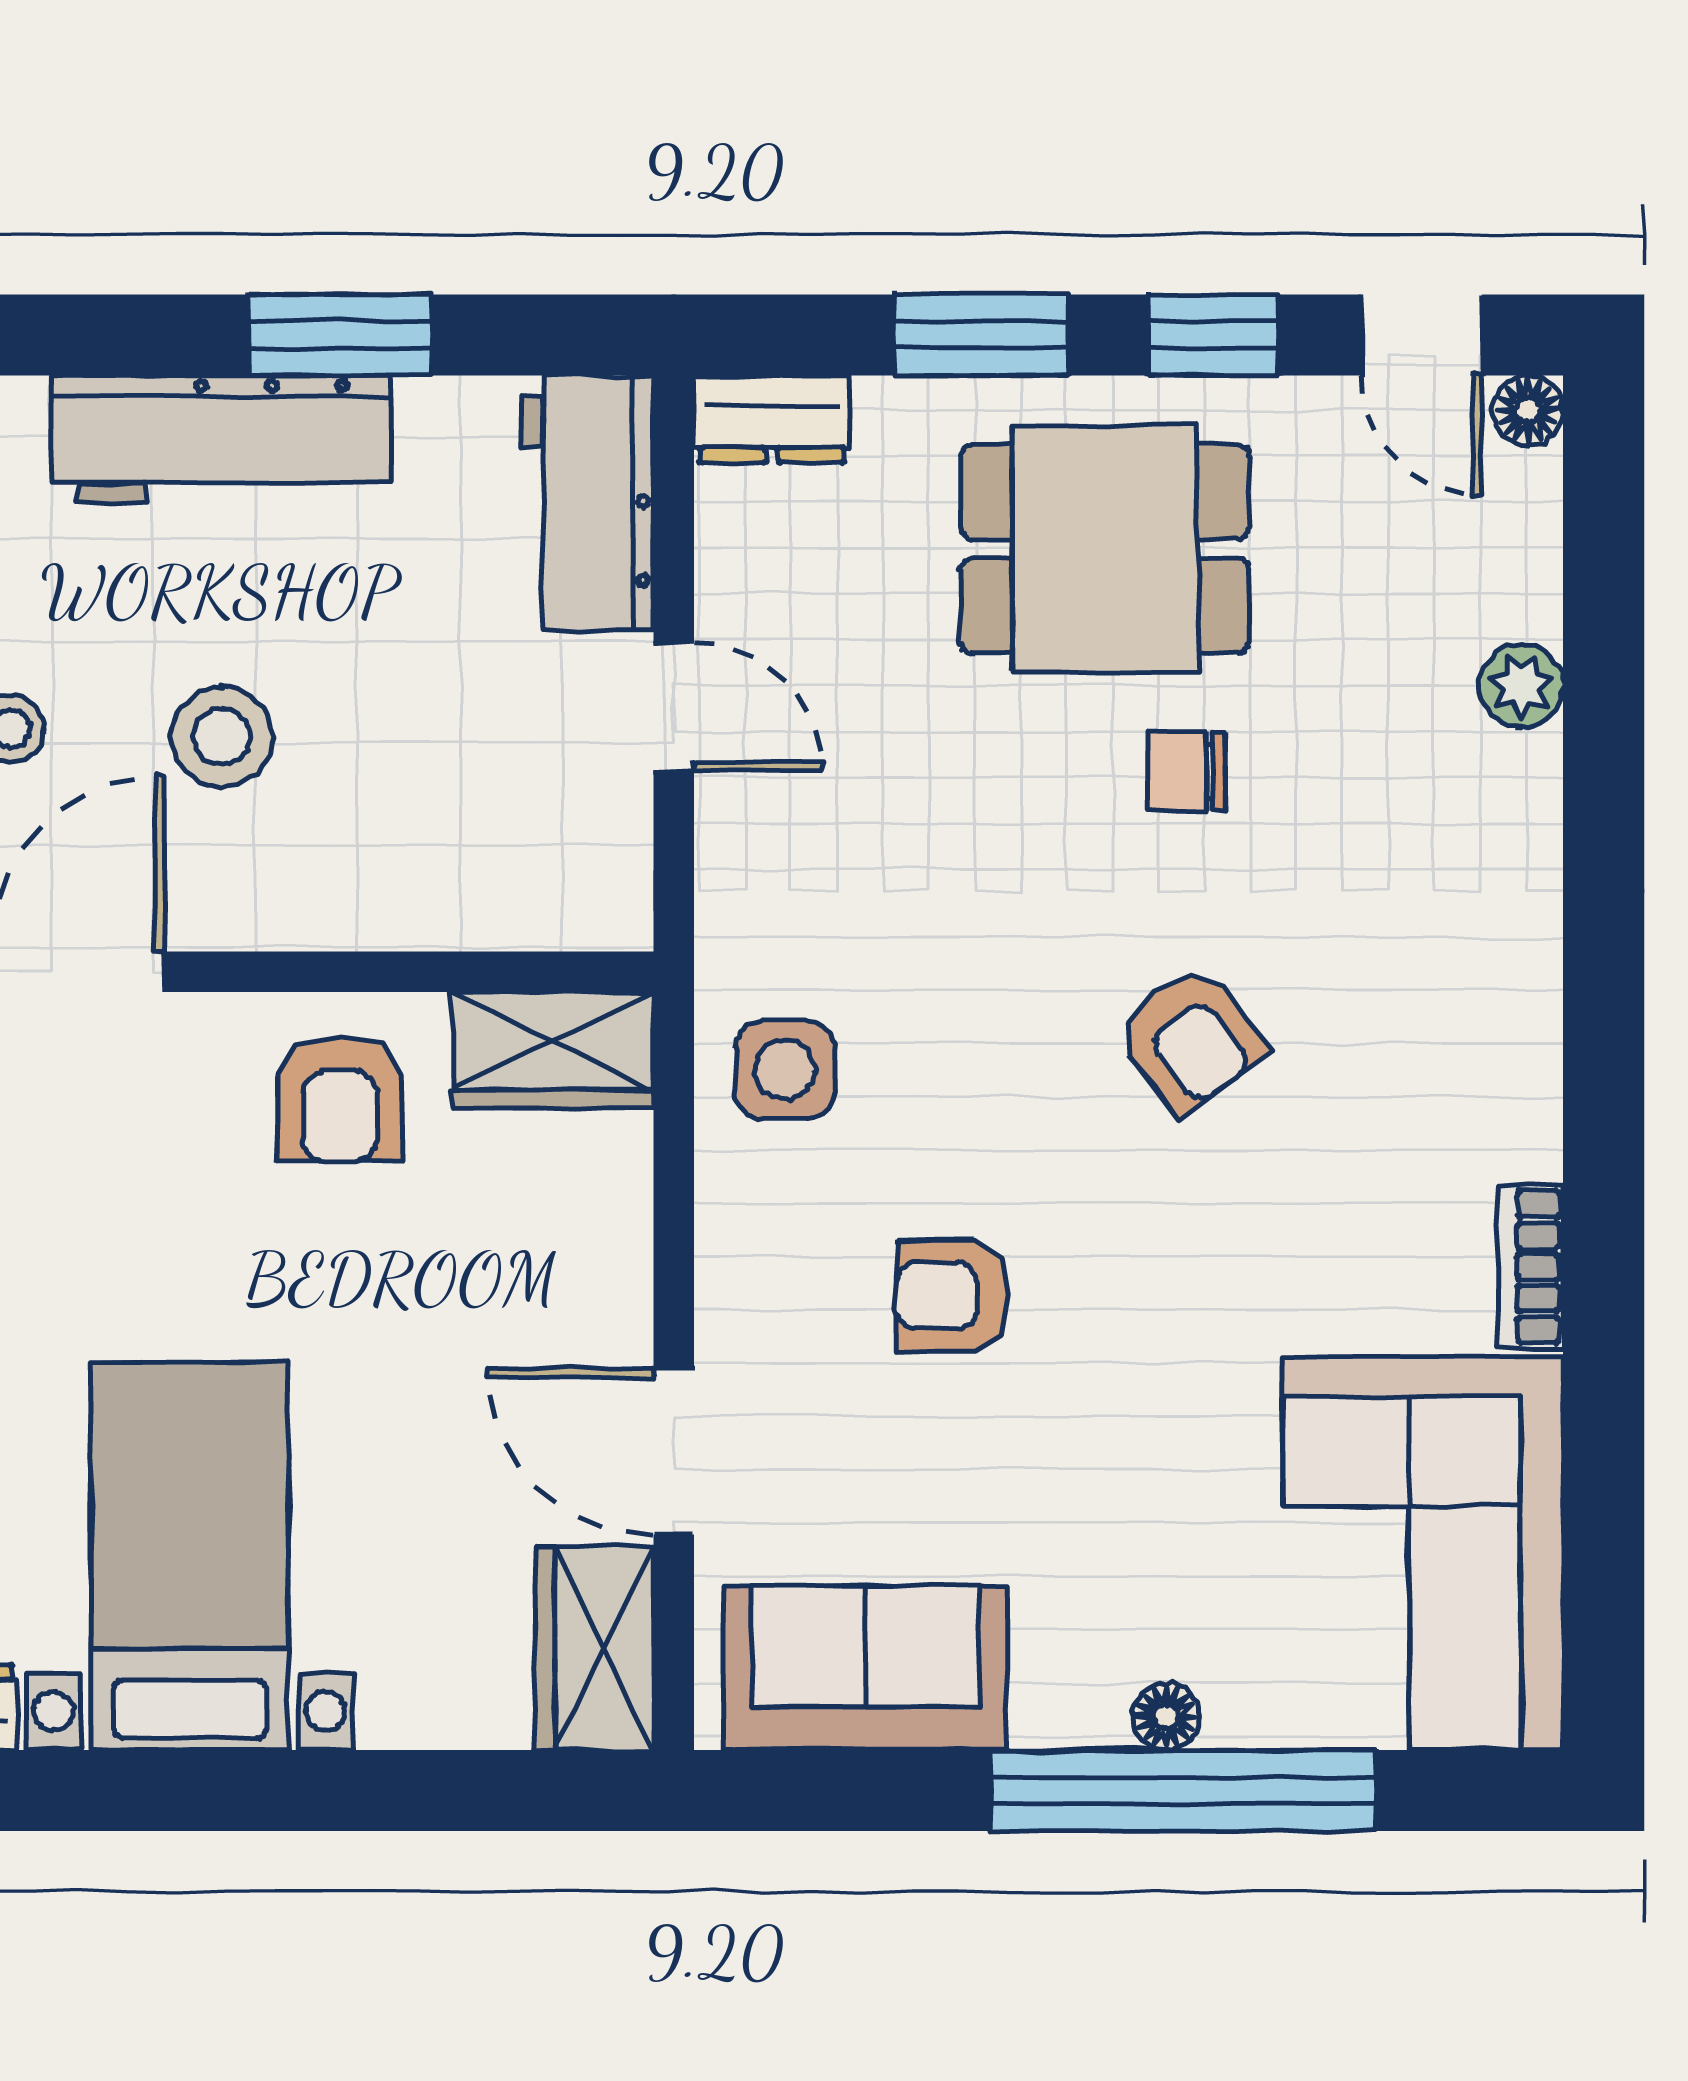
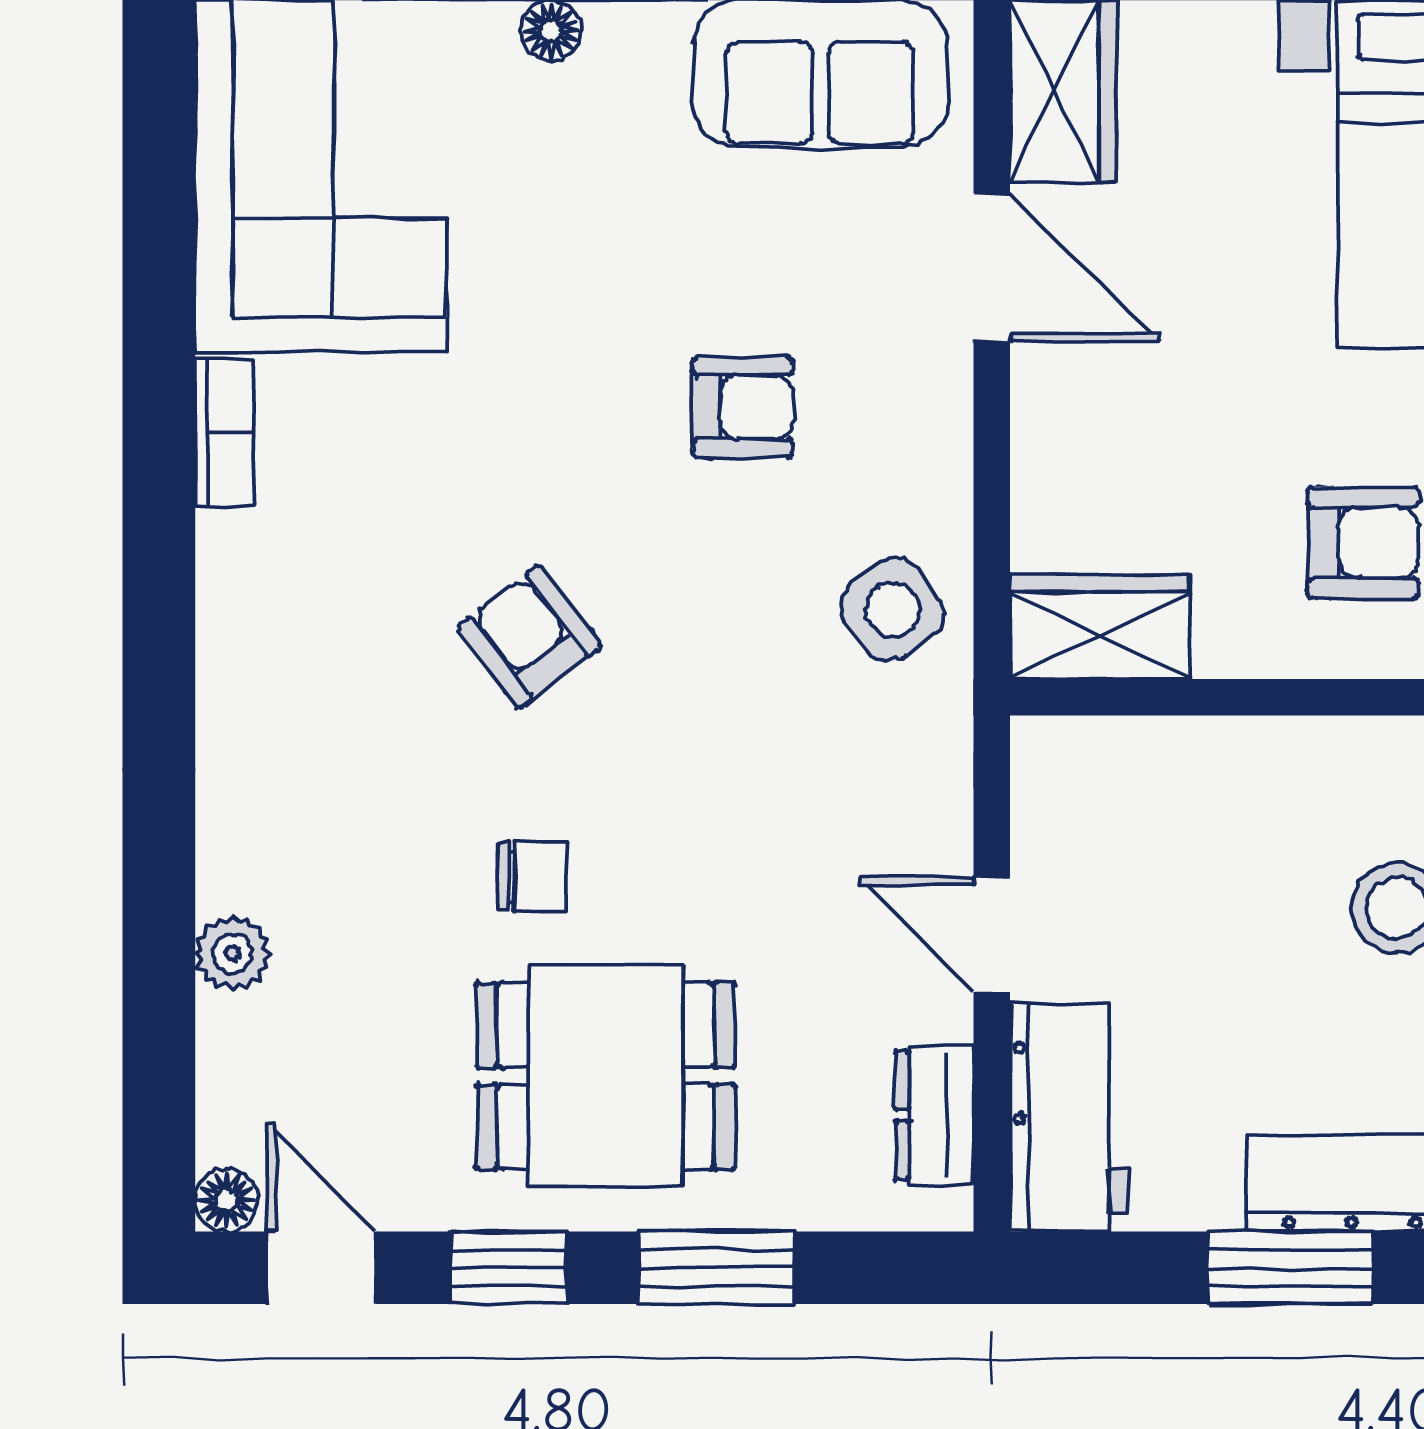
dresser: (772, 419) -> (934, 1115), moved, turned -90
side table: (785, 1070) -> (892, 610), turned -37
armchair: (340, 1099) -> (1363, 543), moved, turned 90

